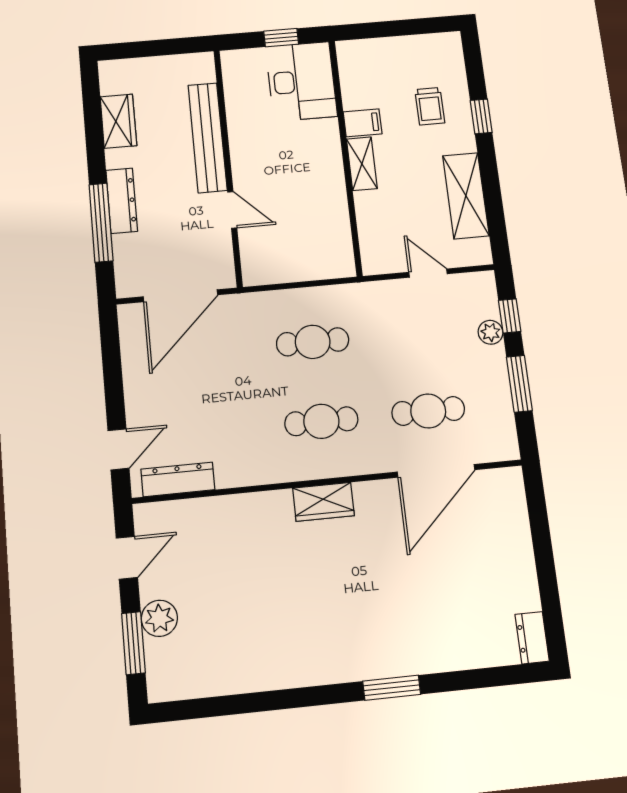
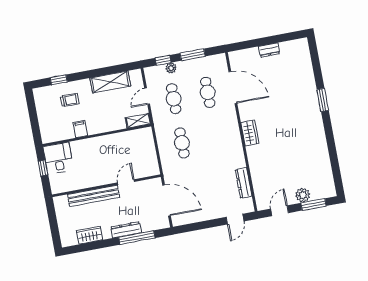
desk: (301, 81) -> (58, 158), width x0.73
window: (481, 116) -> (59, 80), moved
shelving: (362, 164) -> (138, 121), moved
cafe table: (321, 421) -> (174, 99), moved
door: (118, 449) -> (235, 219), swing flipped
dresser: (178, 479) -> (244, 183), moved
door: (127, 558) -> (280, 211), hinge flipped
dresser: (532, 638) -> (269, 50), moved

